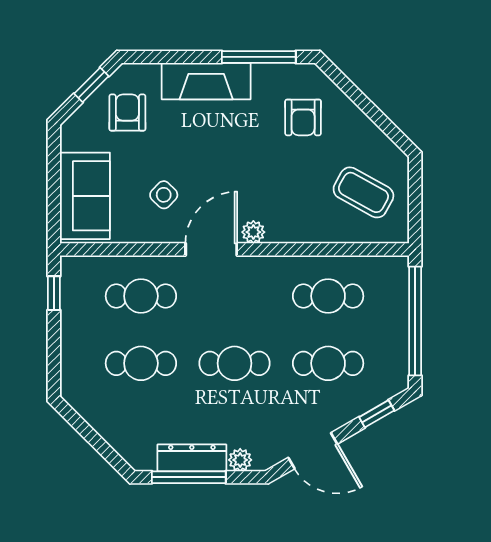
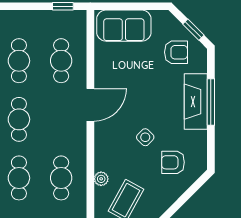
window: (259, 57) -> (211, 102), moved
side table: (164, 195) -> (145, 137), moved
plant: (253, 232) -> (101, 179), moved
door: (211, 249) -> (90, 105), hinge flipped

